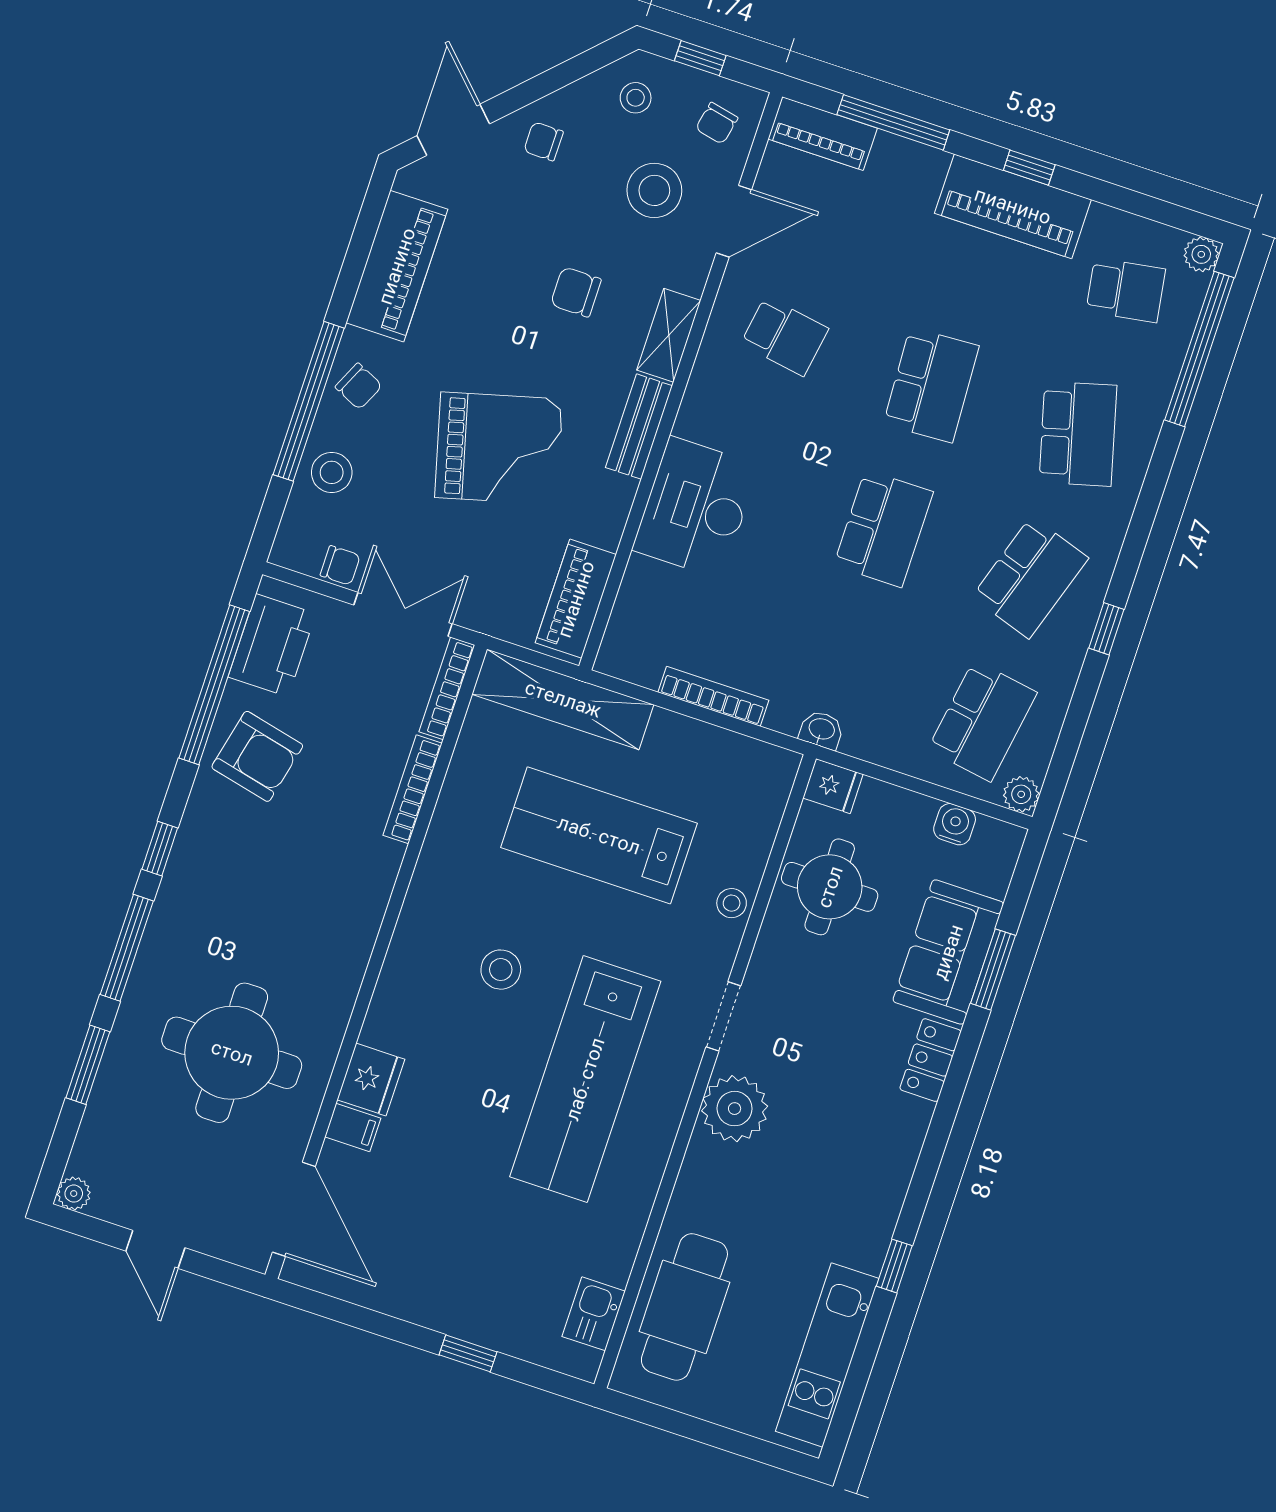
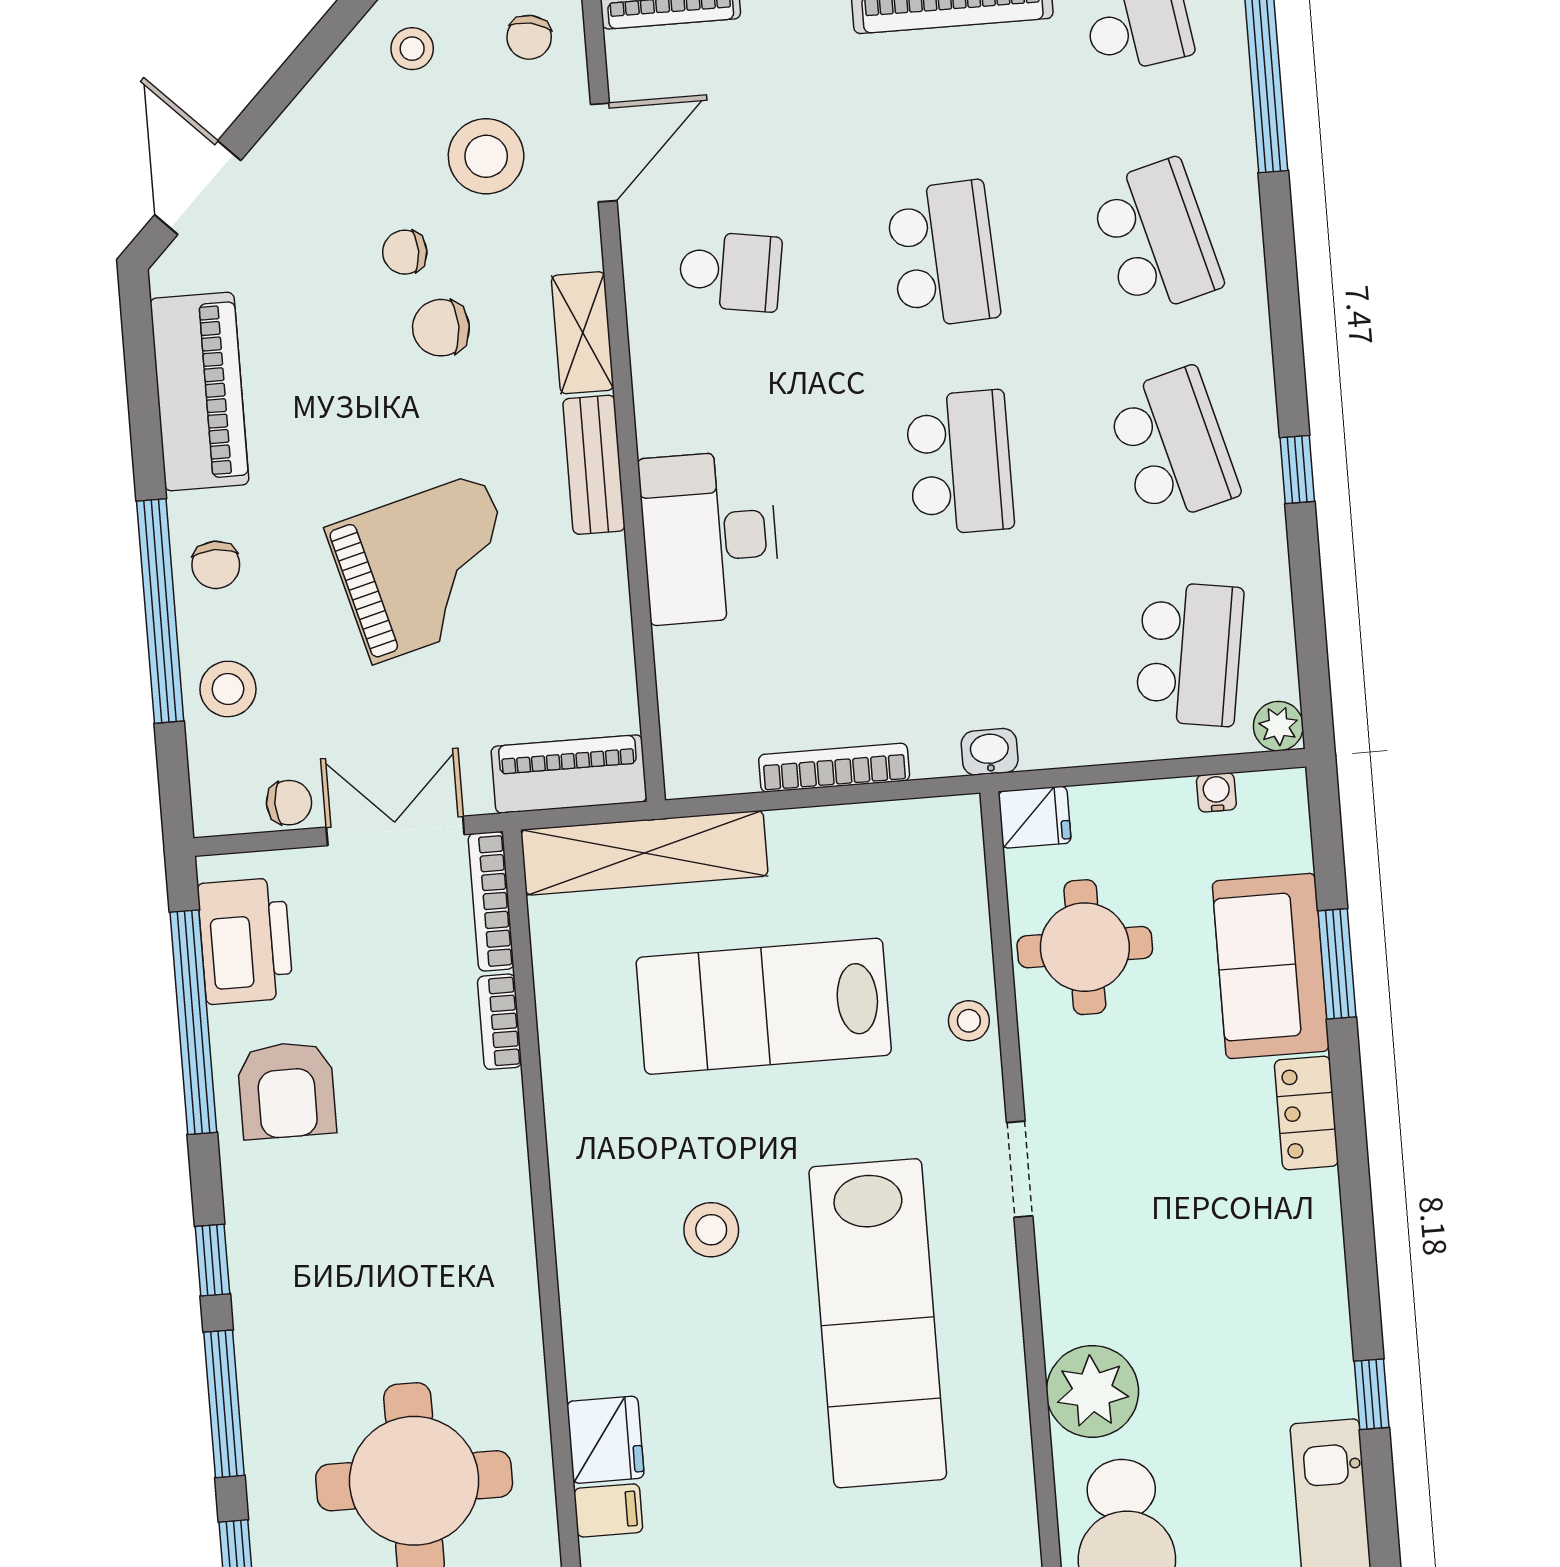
chair: (544, 141) -> (405, 252), moved
chair: (359, 386) -> (216, 565), turned 65
school desk: (1030, 577) -> (1173, 445), turned -33
piano: (576, 599) -> (569, 774), moved, turned 90
armchair: (257, 756) -> (287, 1090), turned 77
bookcase: (413, 789) -> (500, 1022), width x0.64
water cooler: (955, 824) -> (1216, 792), width x0.72, depth x0.72
plant: (735, 1109) -> (1092, 1391), moved

